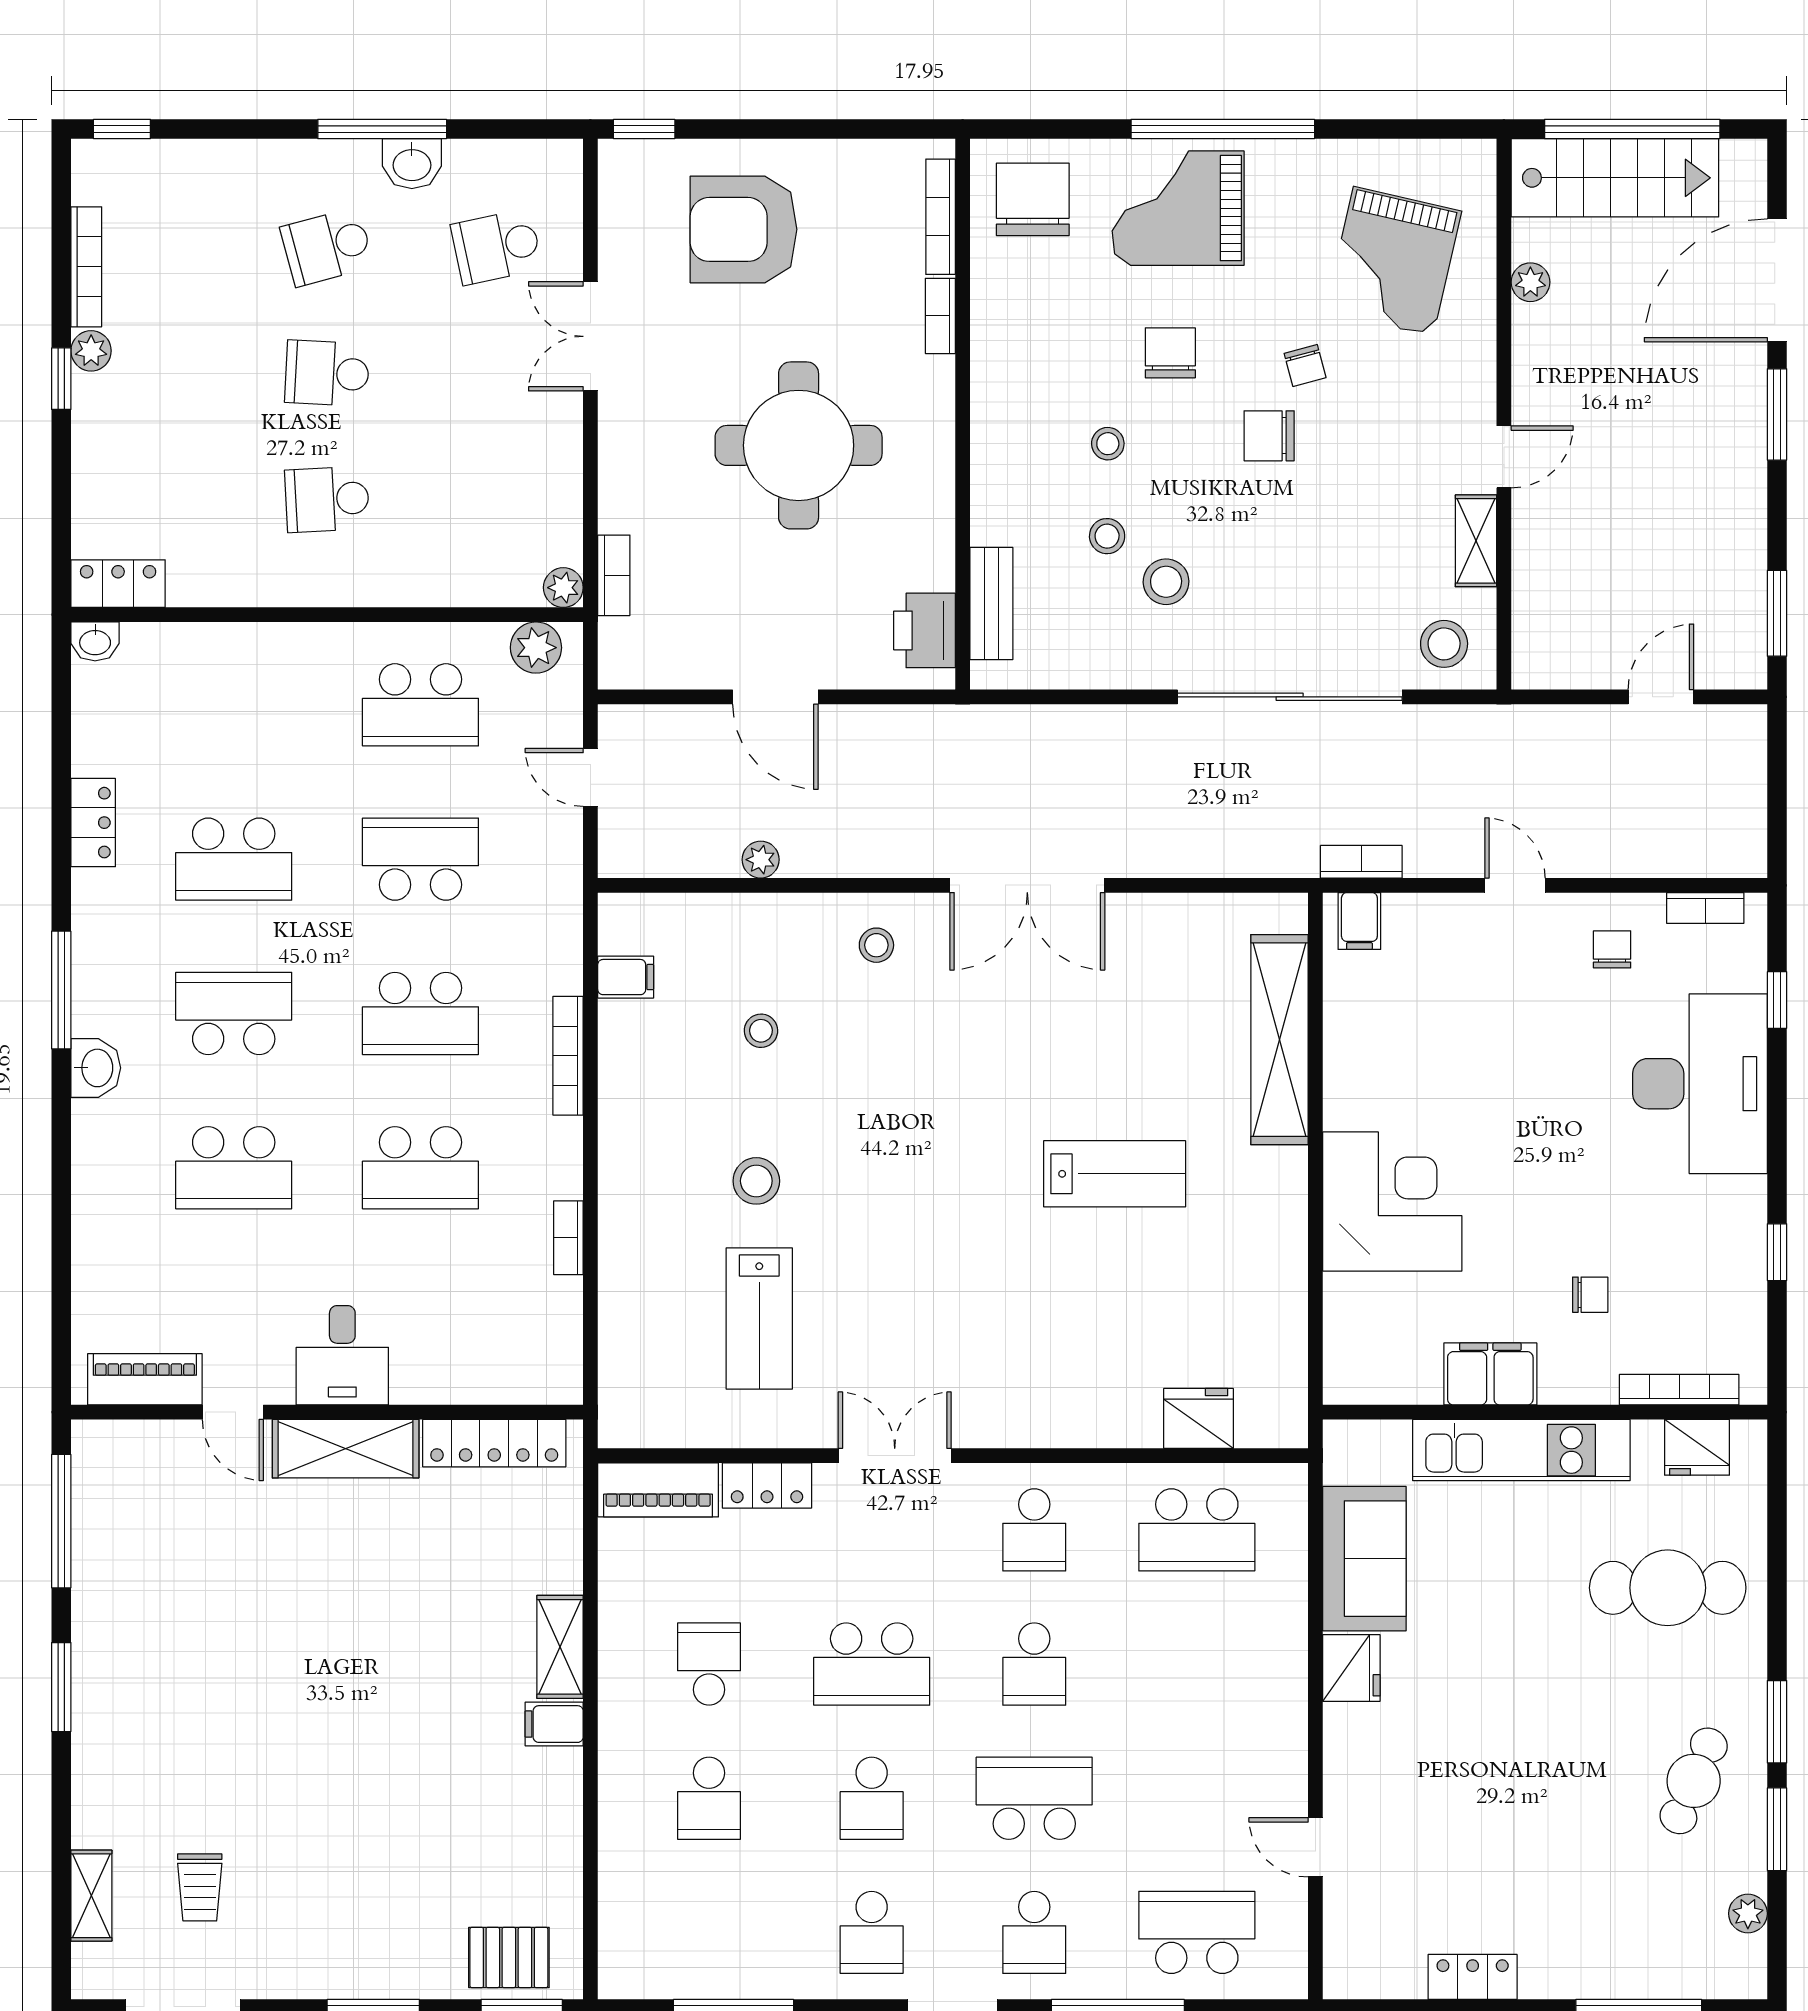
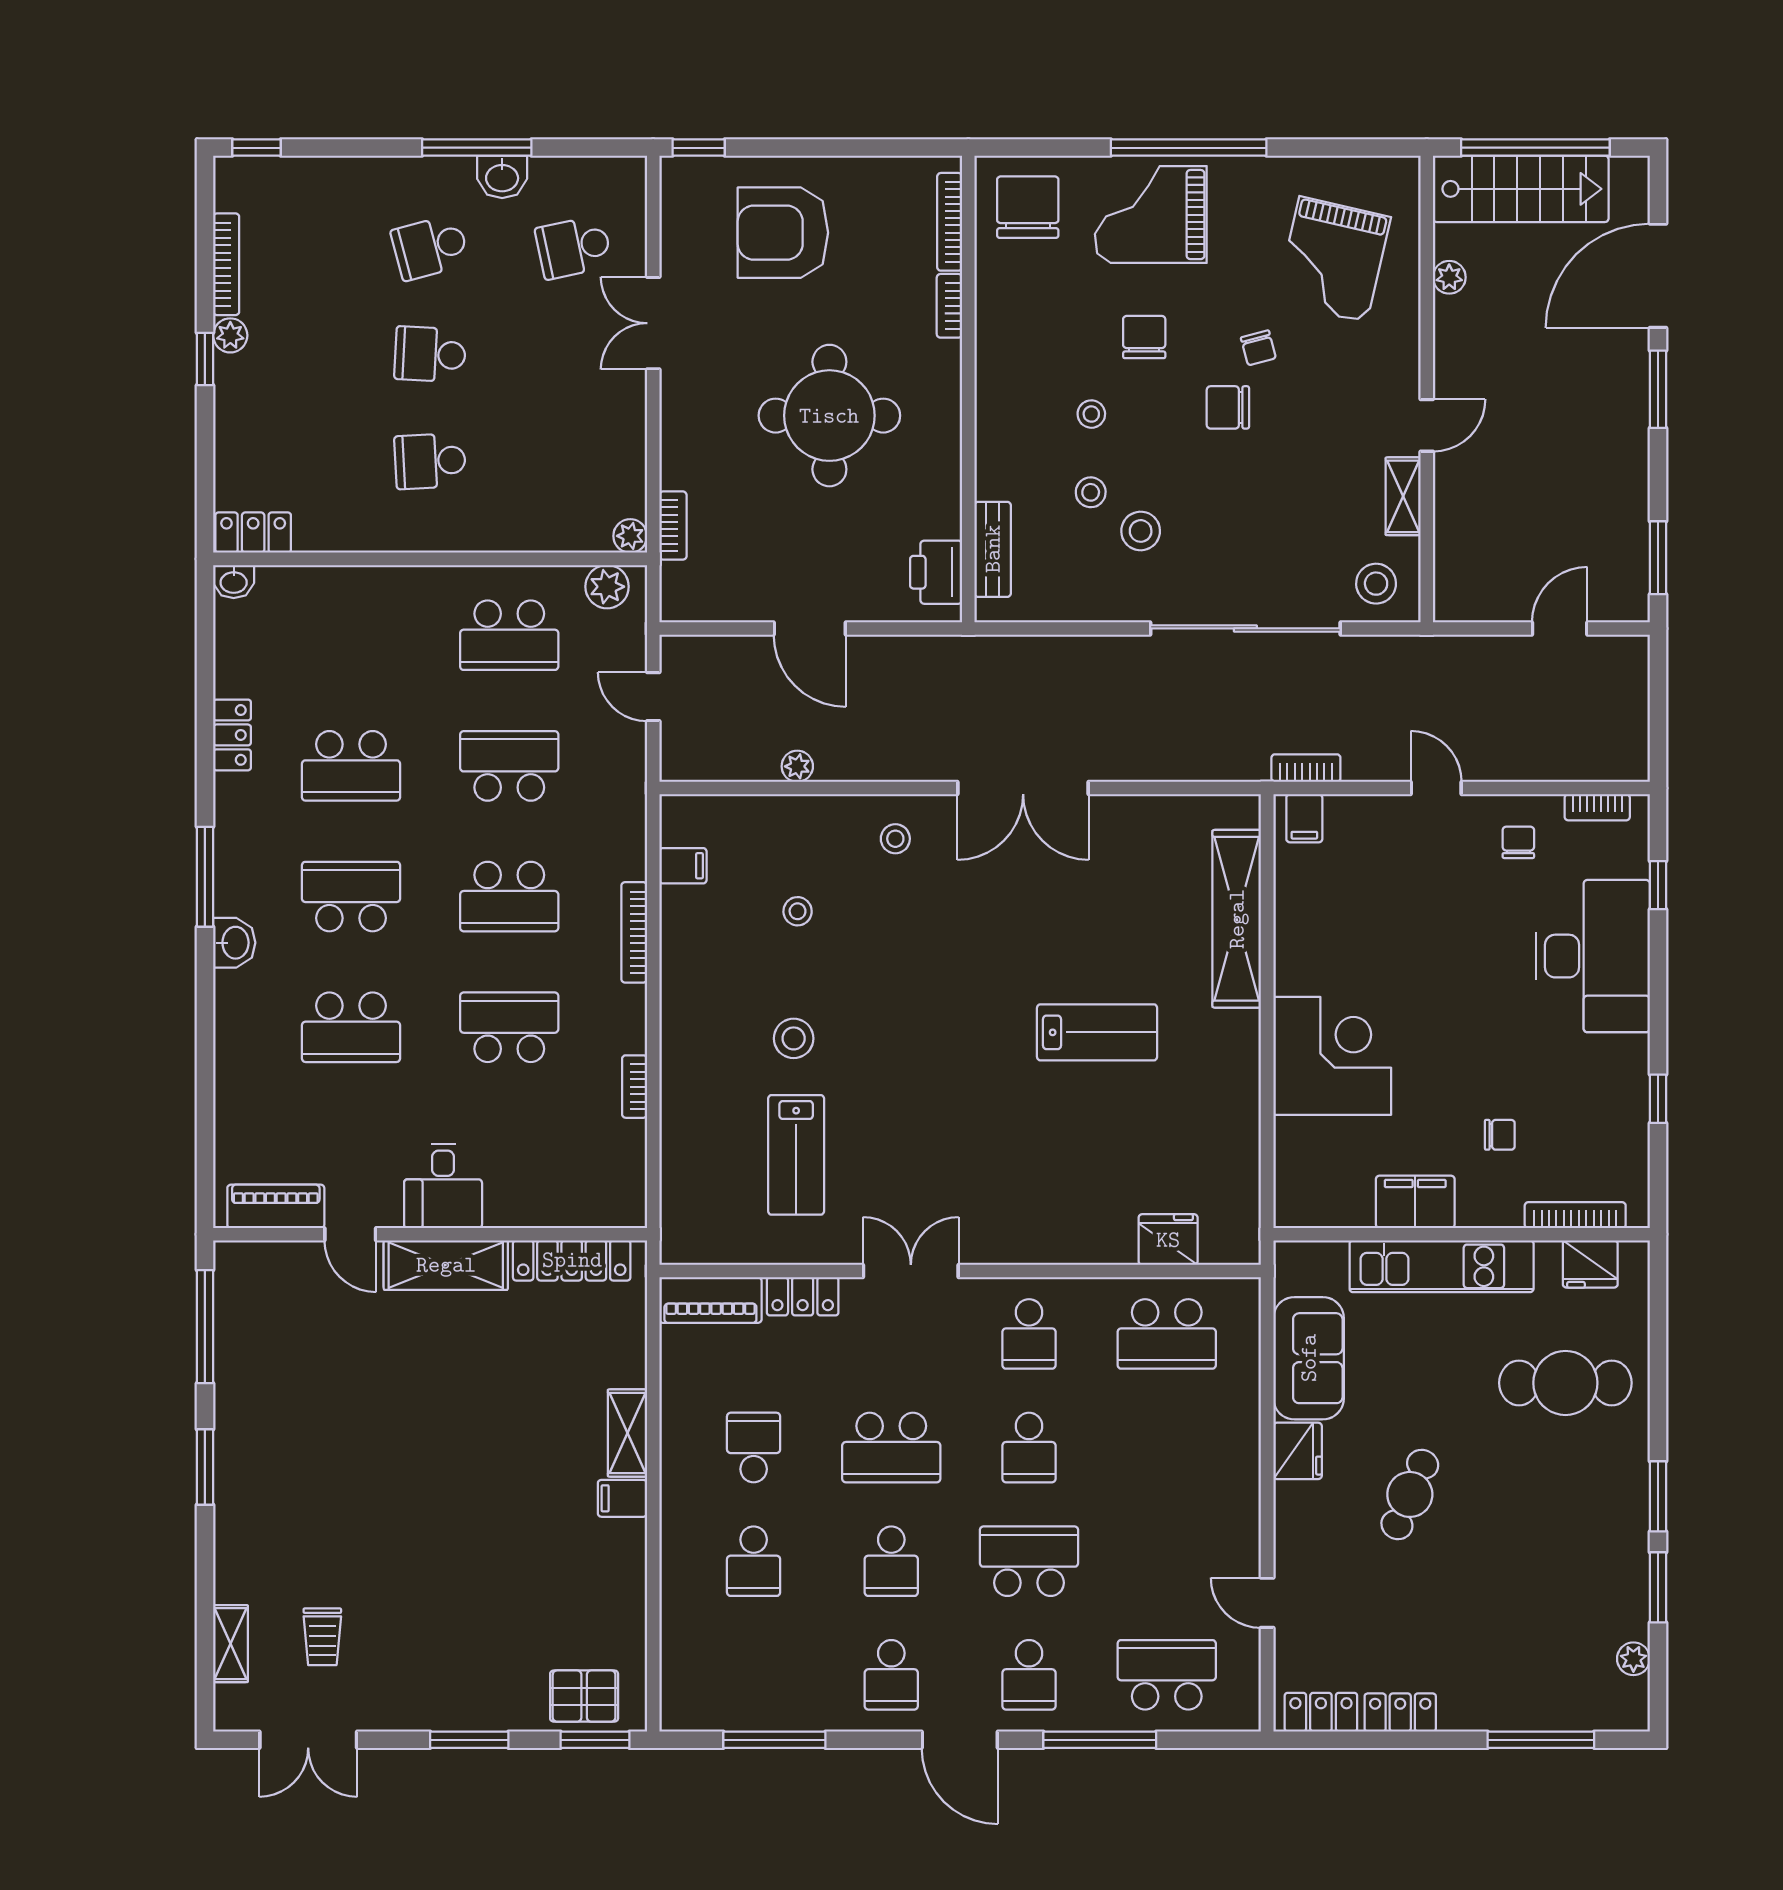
school desk: (420, 1168) -> (509, 1027), turned 180
cafe table: (1694, 1781) -> (1410, 1494), moved
locker: (1379, 1977) -> (1321, 1712), added

